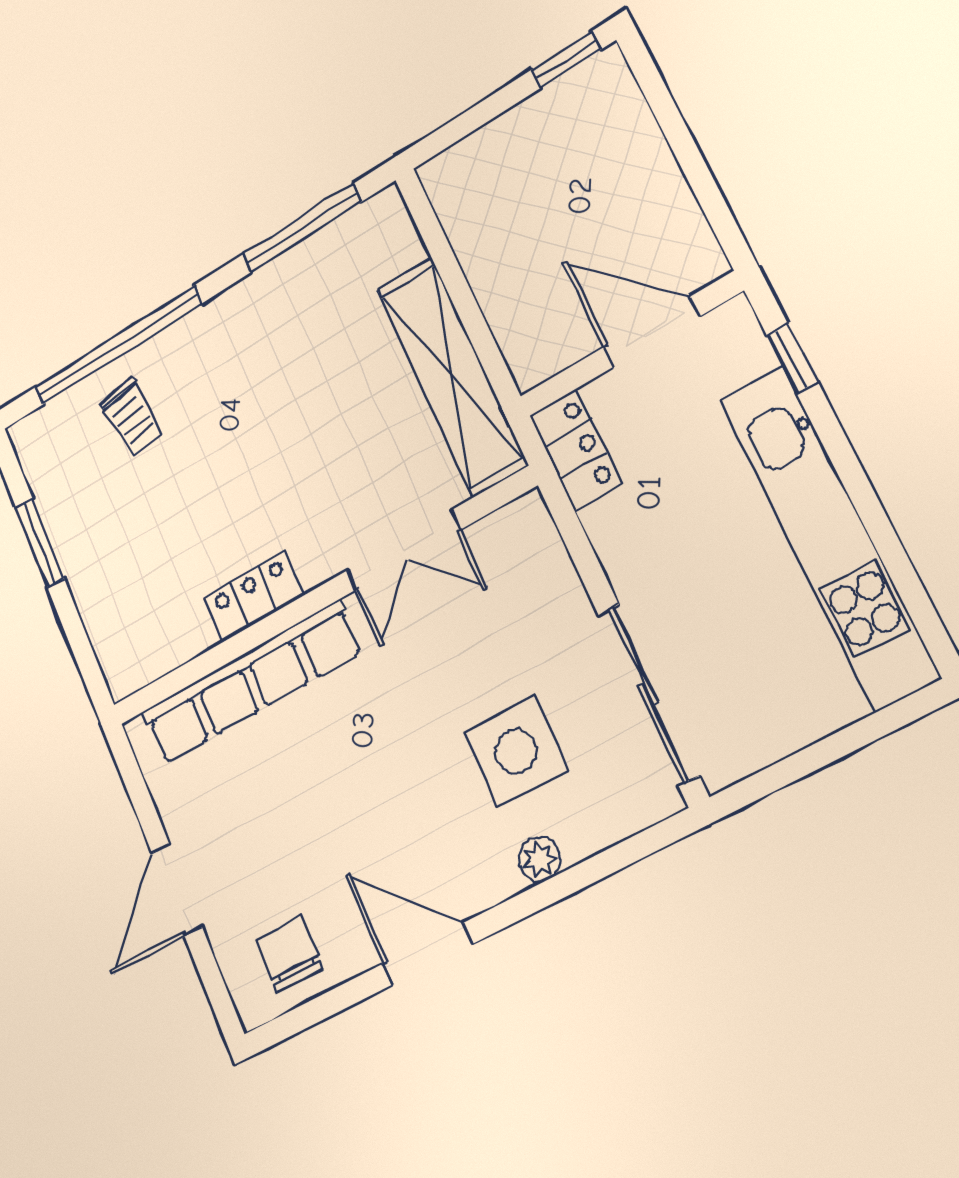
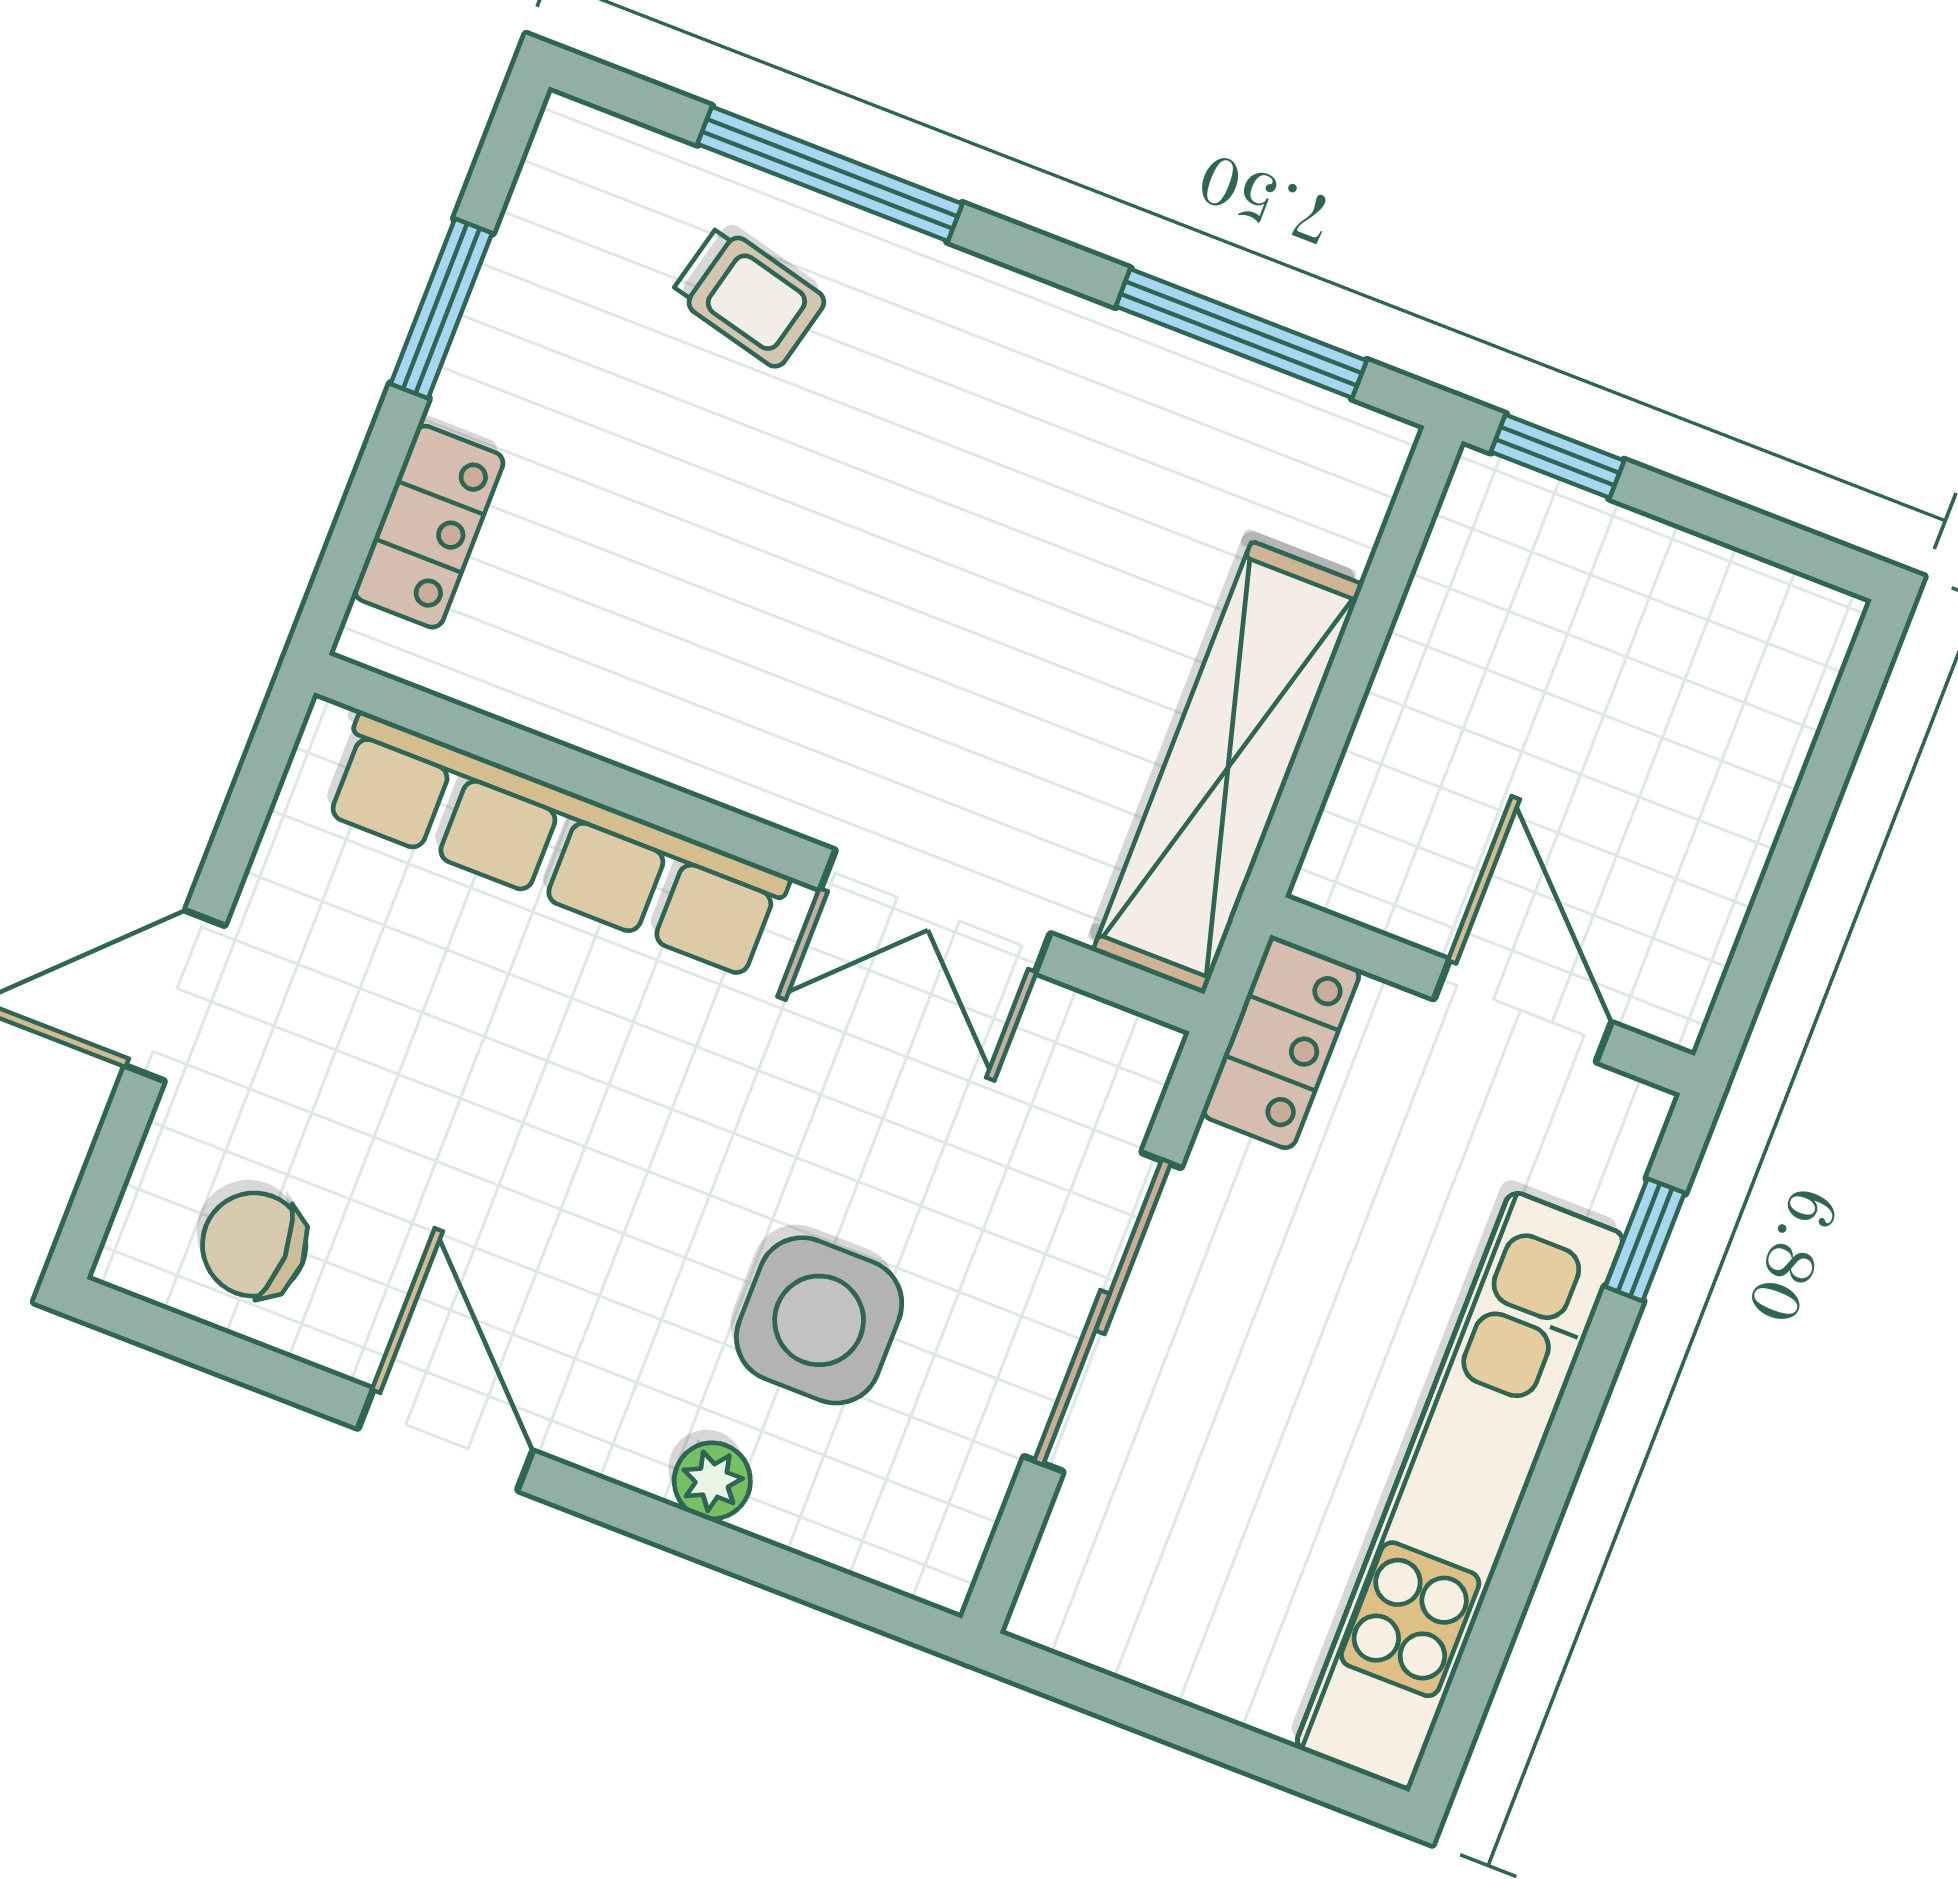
window: (566, 60) -> (1557, 456), moved
window: (118, 346) -> (830, 174), width x0.68
trolley: (132, 417) -> (749, 297), turned -67
locker: (253, 597) -> (429, 527), moved, turned 90
sliding door: (648, 694) -> (1103, 1312), moved
chair: (289, 954) -> (254, 1245), turned -90

